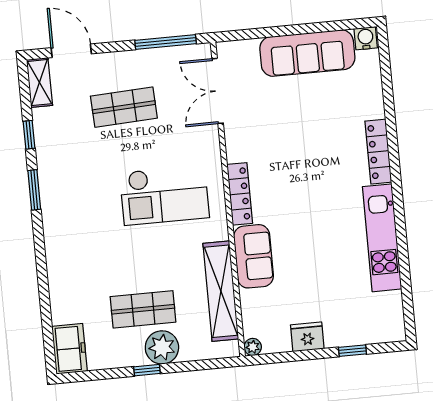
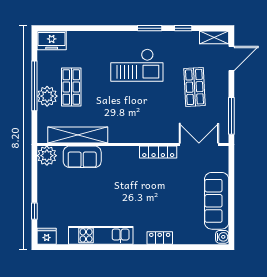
locker: (378, 152) -> (160, 238), width x0.66
locker: (240, 194) -> (158, 152), moved
checkout: (164, 195) -> (137, 65), moved, turned -90
sofa: (254, 256) -> (82, 157), moved
fridge: (307, 337) -> (47, 236), moved, turned -90
plant: (253, 347) -> (47, 156), width x1.88, depth x1.88
window: (147, 370) -> (34, 86), width x3.17

